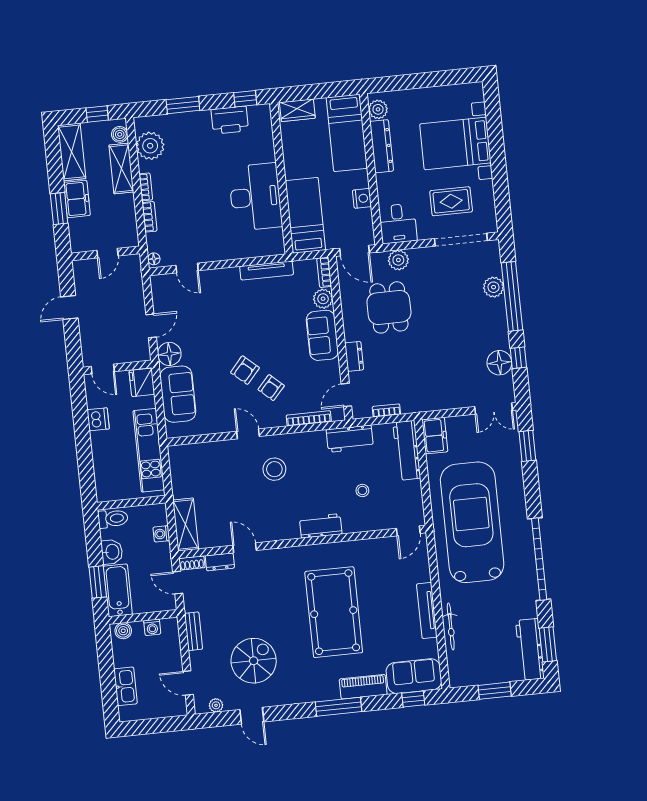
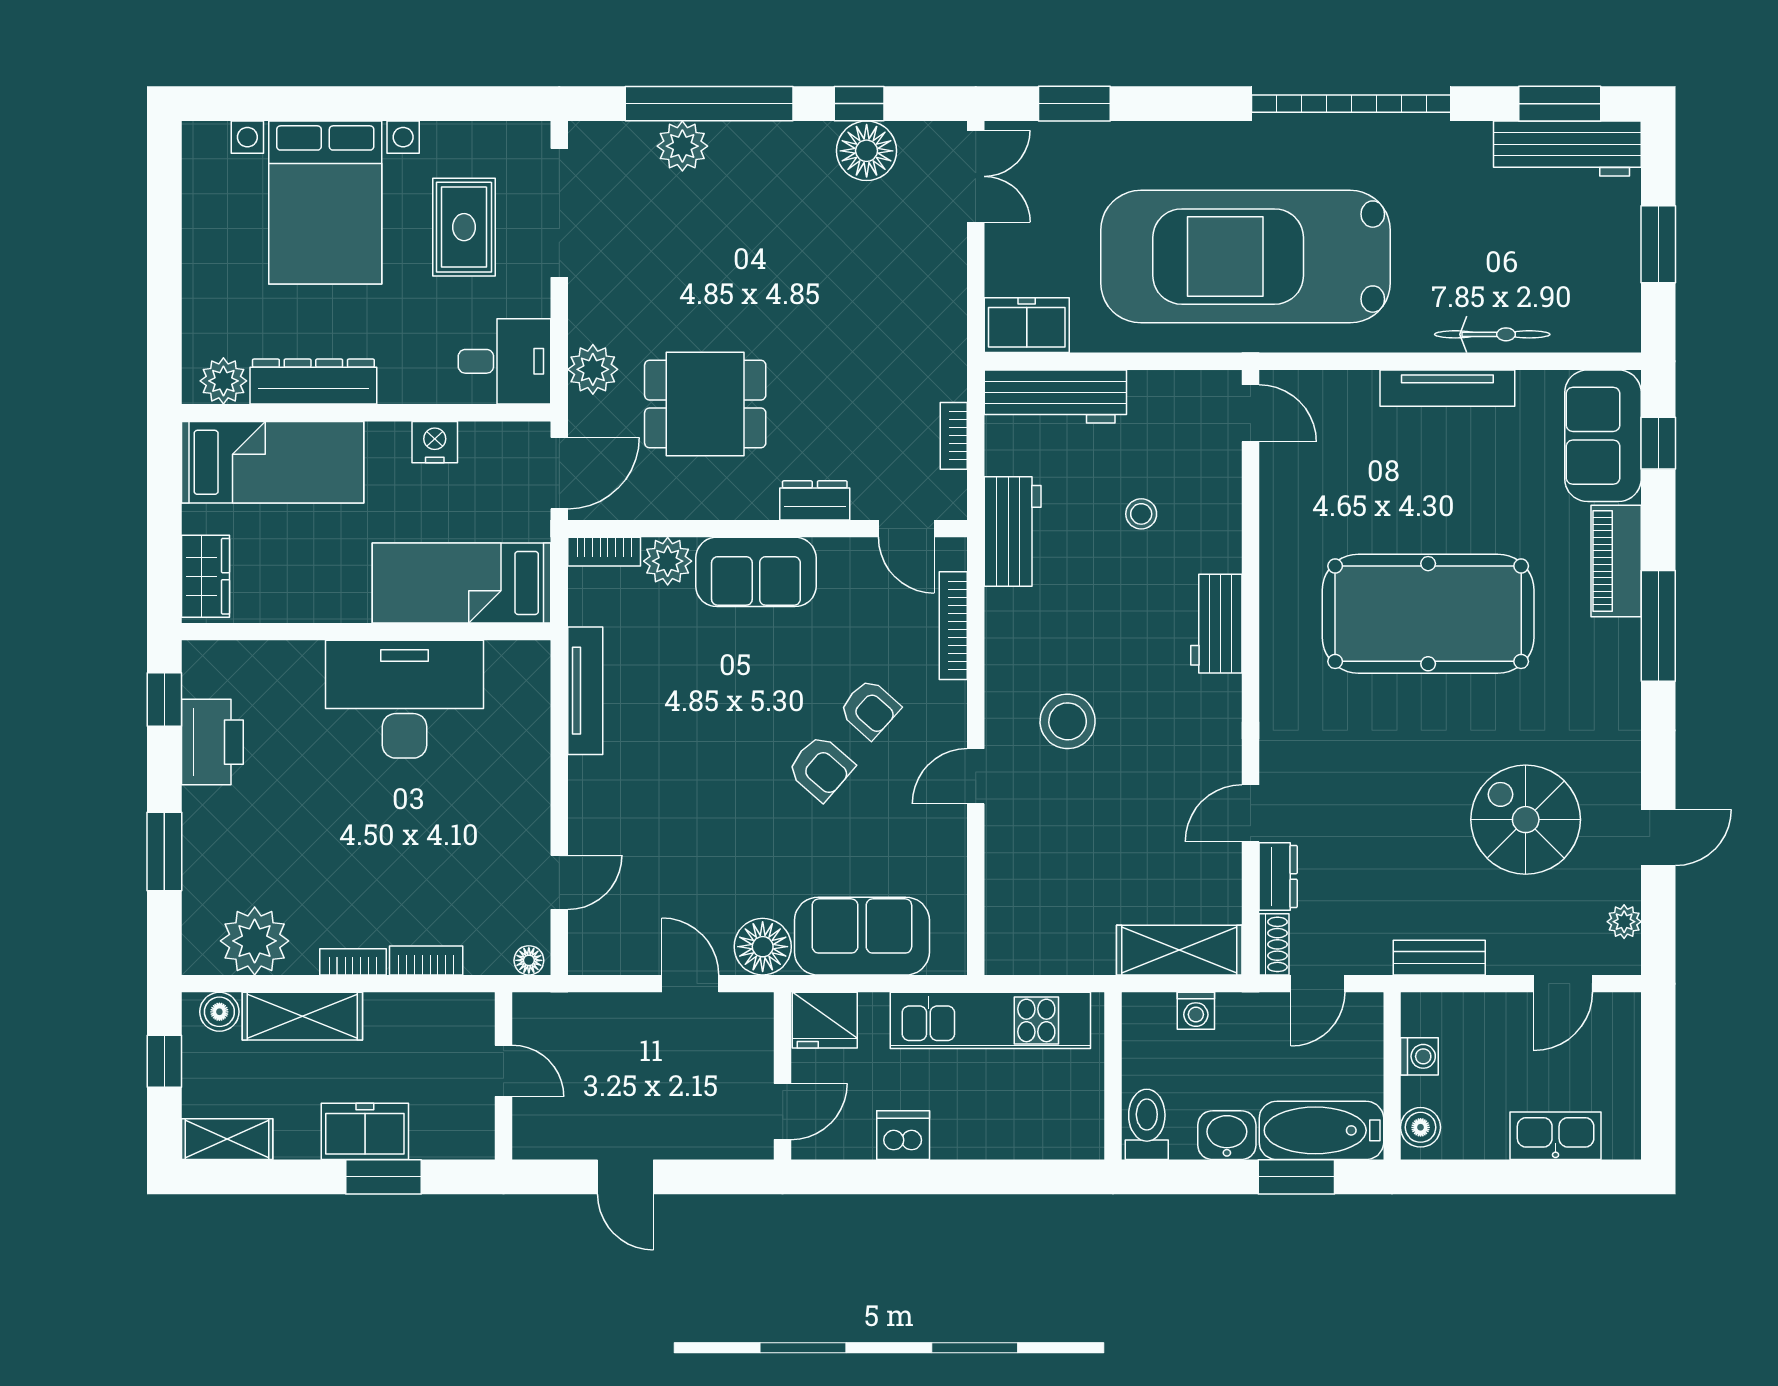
shelving: (72, 152) -> (227, 1139), width x0.67, depth x0.75

